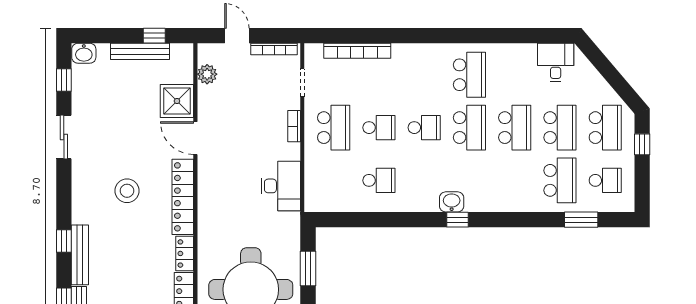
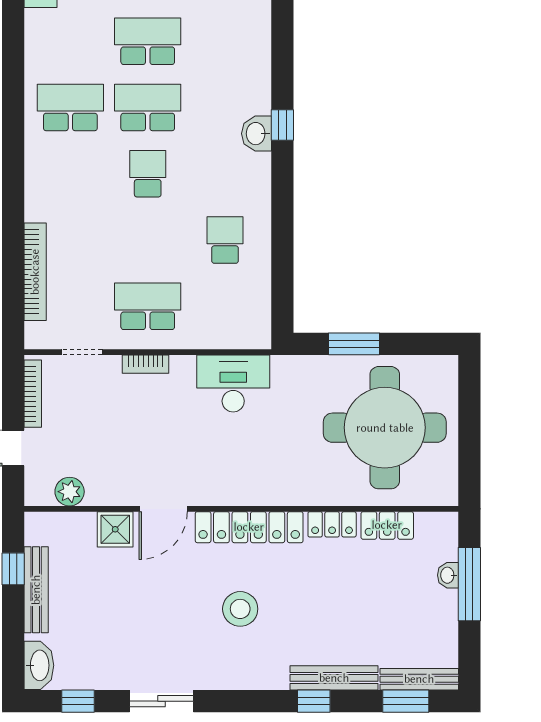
washbasin: (84, 53) -> (39, 665), width x1.38
shower: (177, 101) -> (115, 529), width x0.73, depth x0.73
school desk: (379, 128) -> (148, 240), removed

